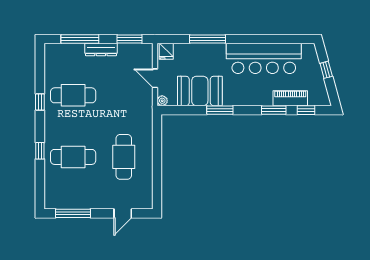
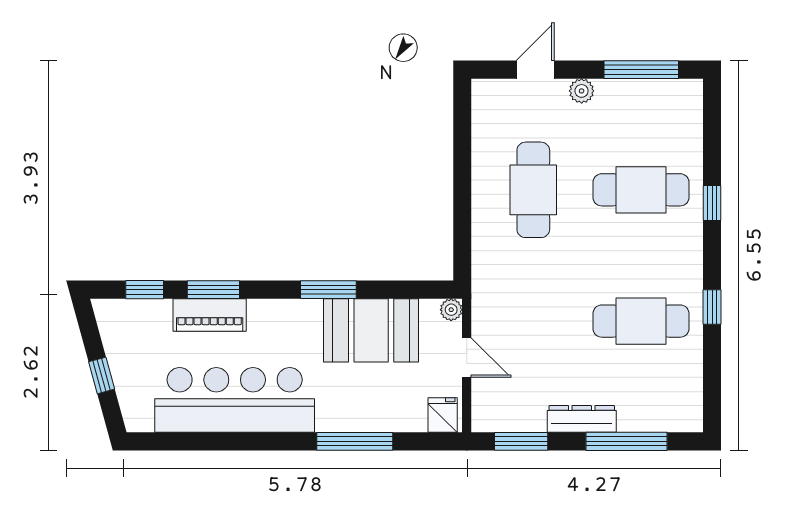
piano: (290, 98) -> (210, 315), moved
plant: (101, 203) -> (582, 91), added

